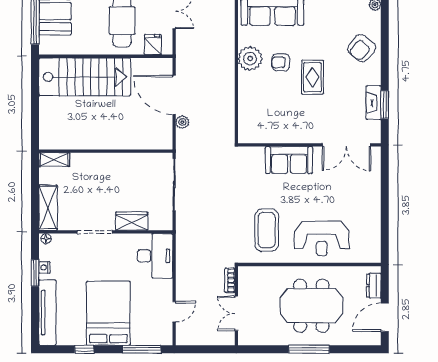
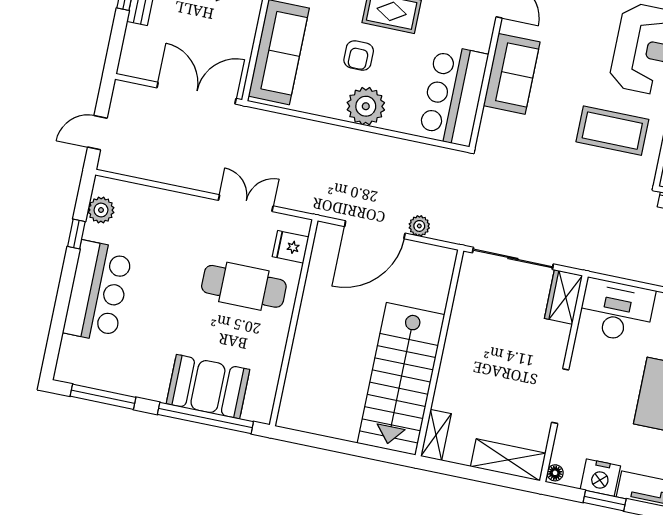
plant: (250, 59) -> (366, 106), moved
stairs: (85, 77) -> (401, 379), moved, turned 180
bar counter: (268, 127) -> (453, 95), added
wardrobe: (132, 221) -> (564, 297), moved
nightstand: (44, 267) -> (600, 478), width x1.89, depth x1.79

